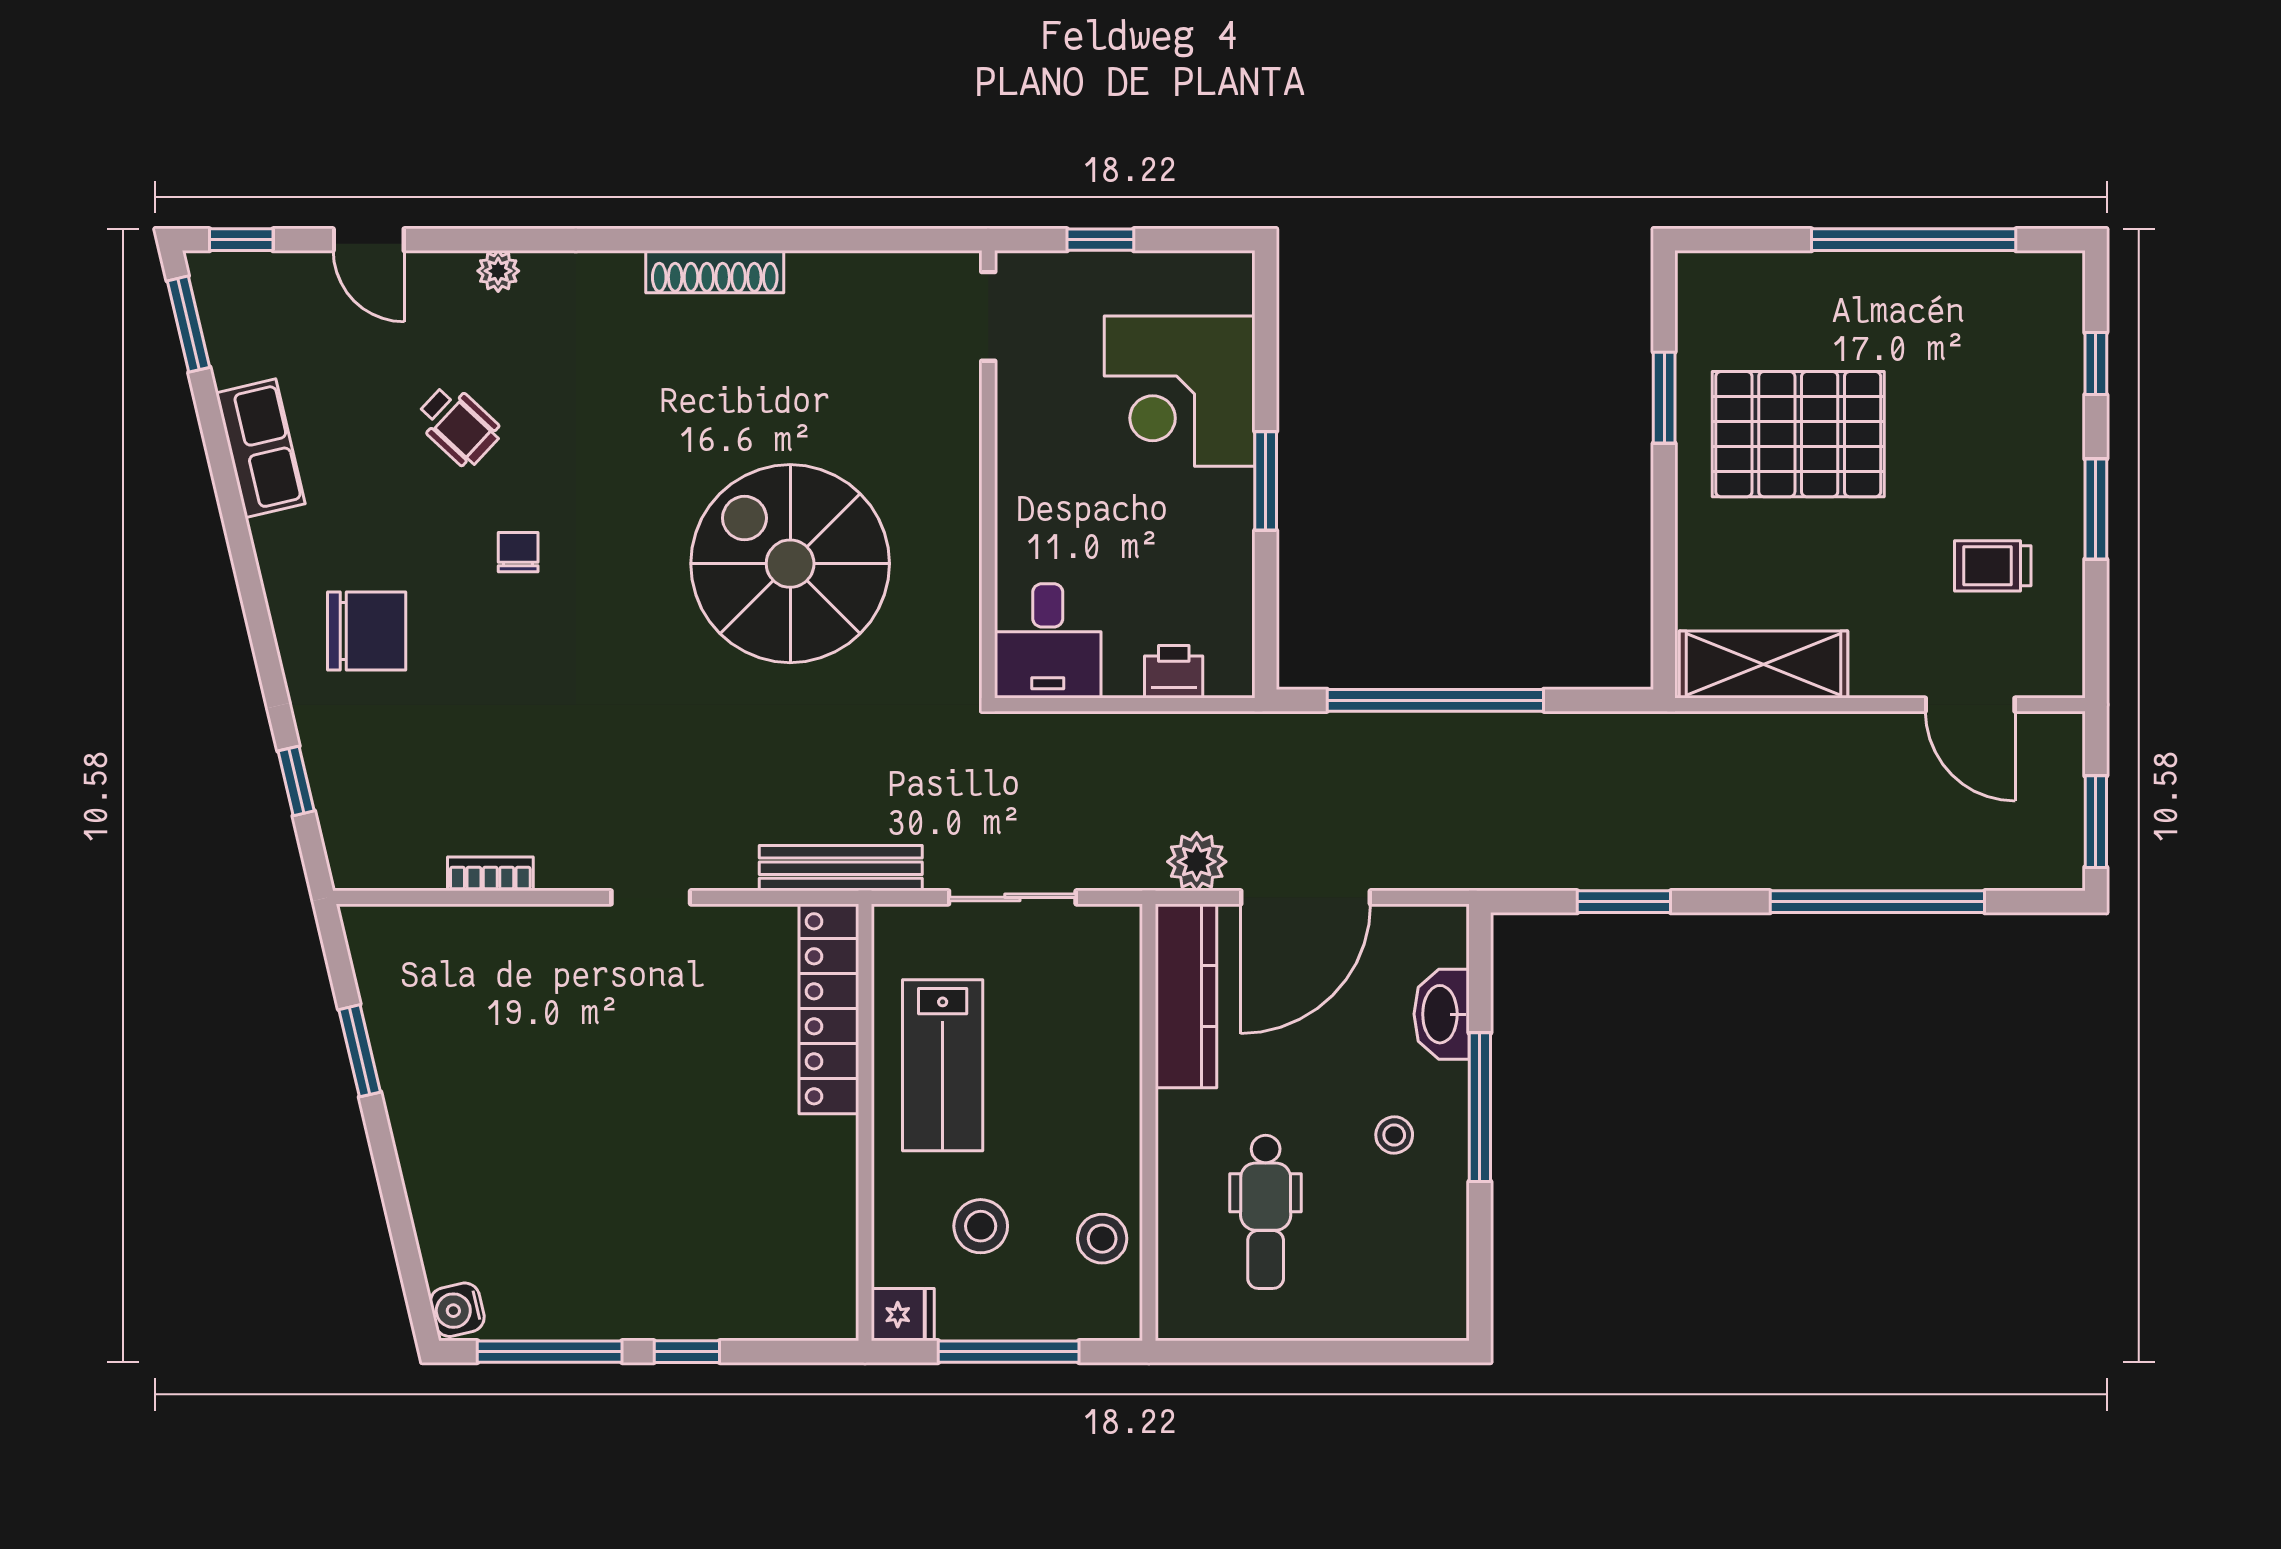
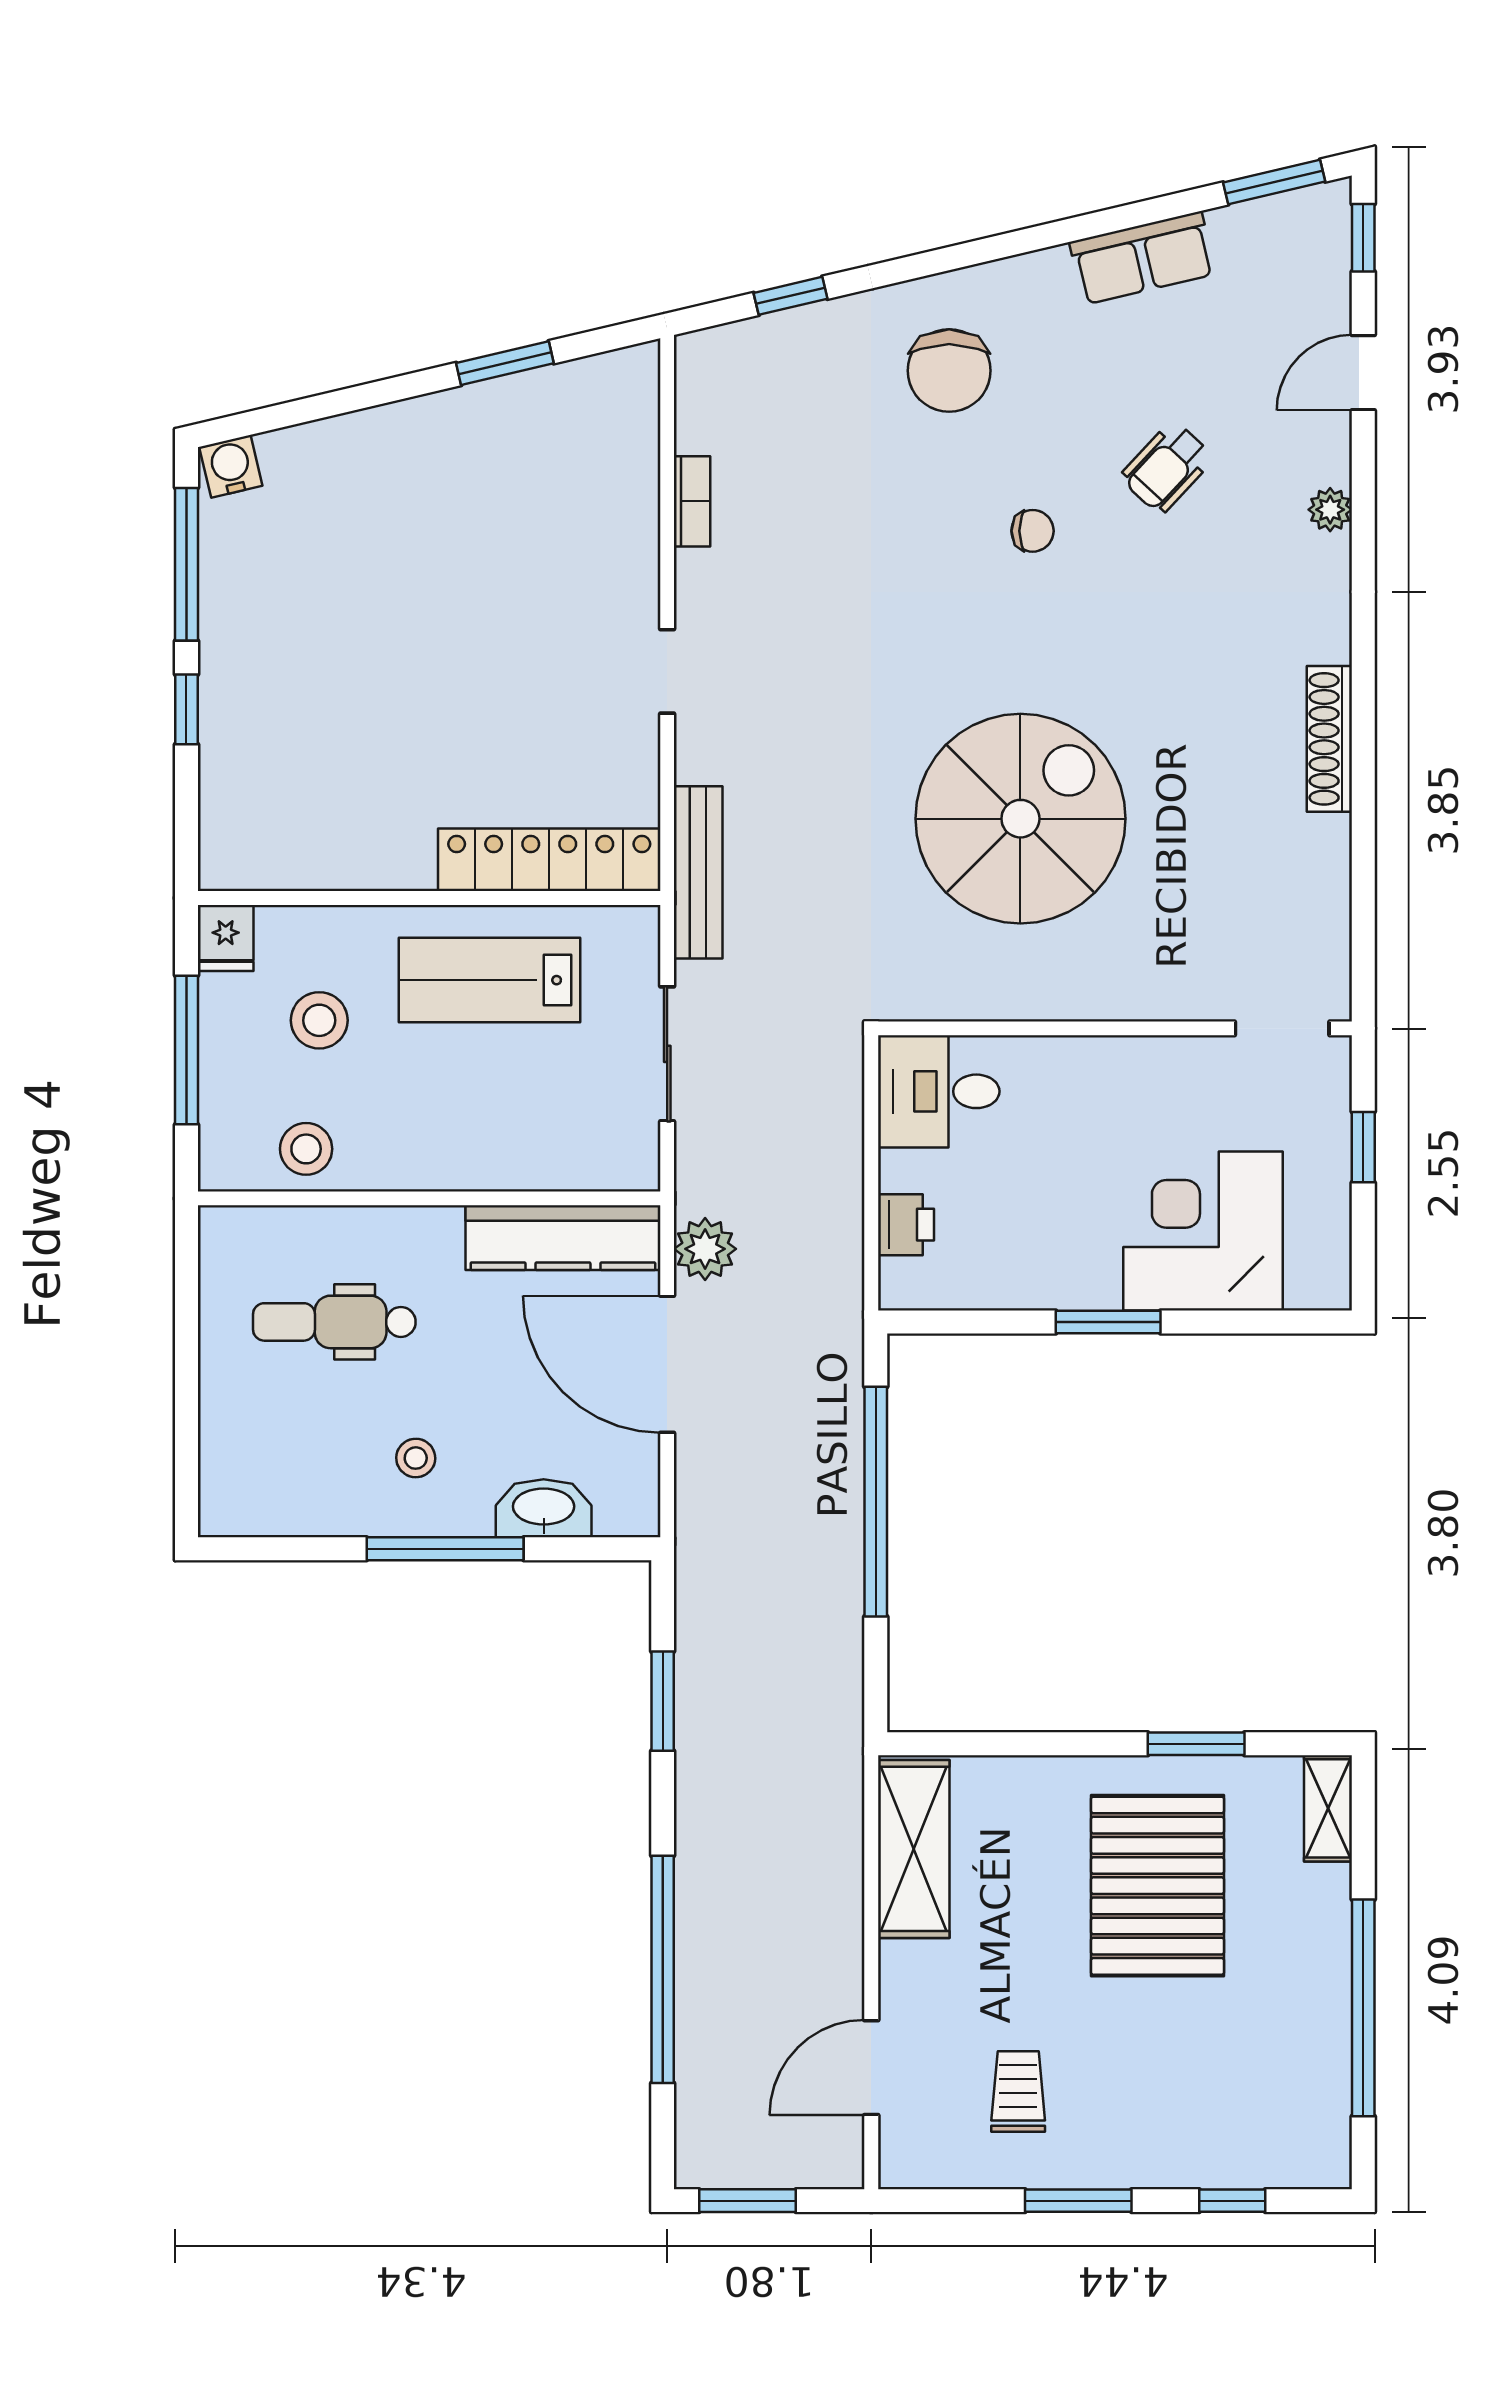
shelving: (1725, 273) -> (1328, 1808), added

